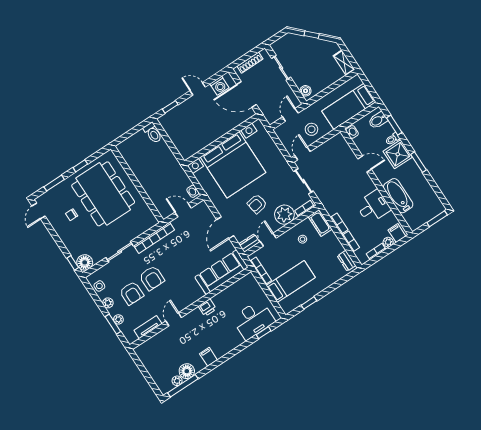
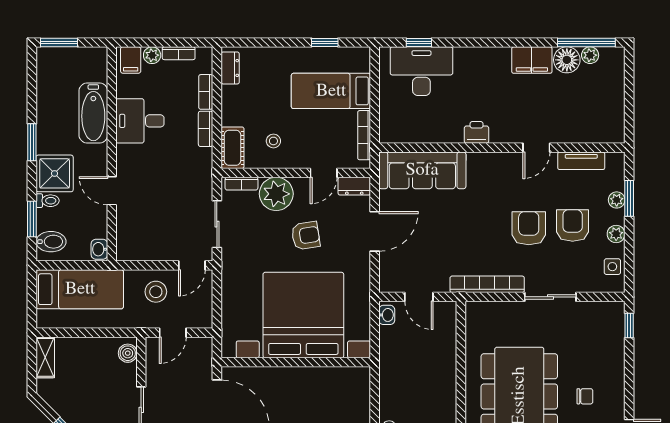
floor lamp: (85, 262) -> (611, 315), removed
filing cabinet: (208, 357) -> (532, 60), width x2.00

